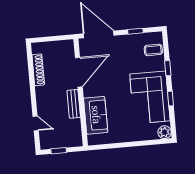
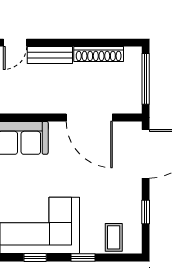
window: (51, 39) -> (146, 79), added
bench: (74, 104) -> (50, 55), moved

